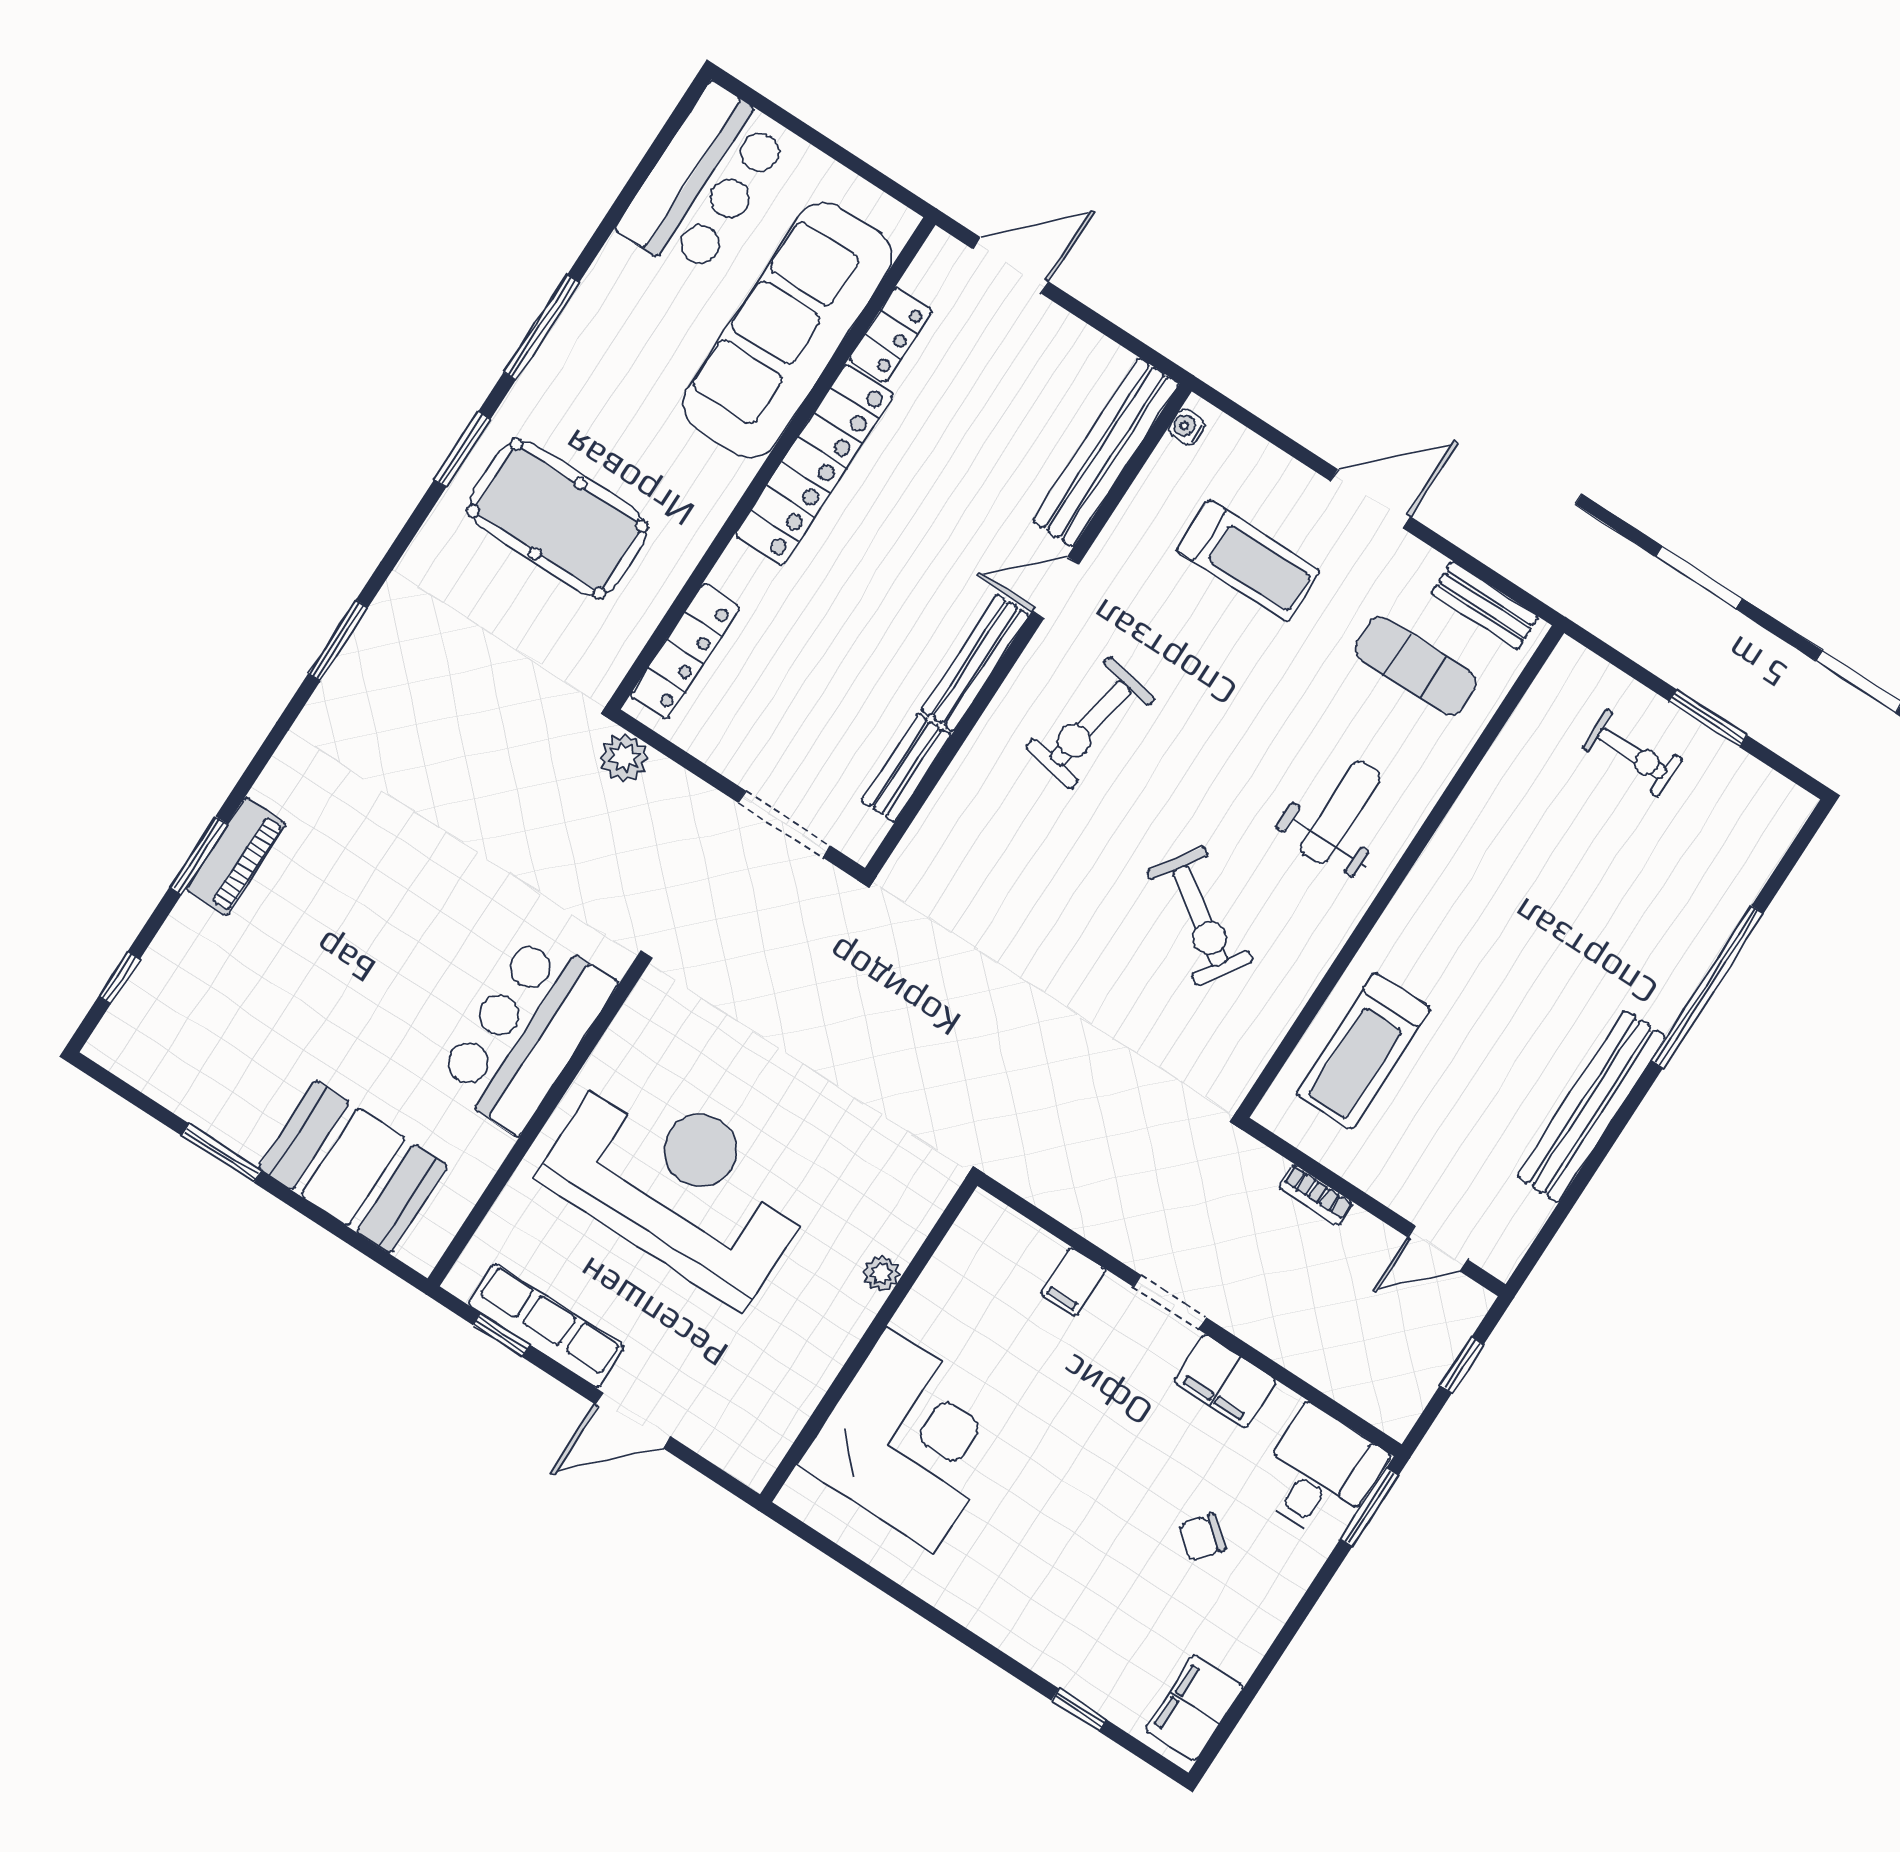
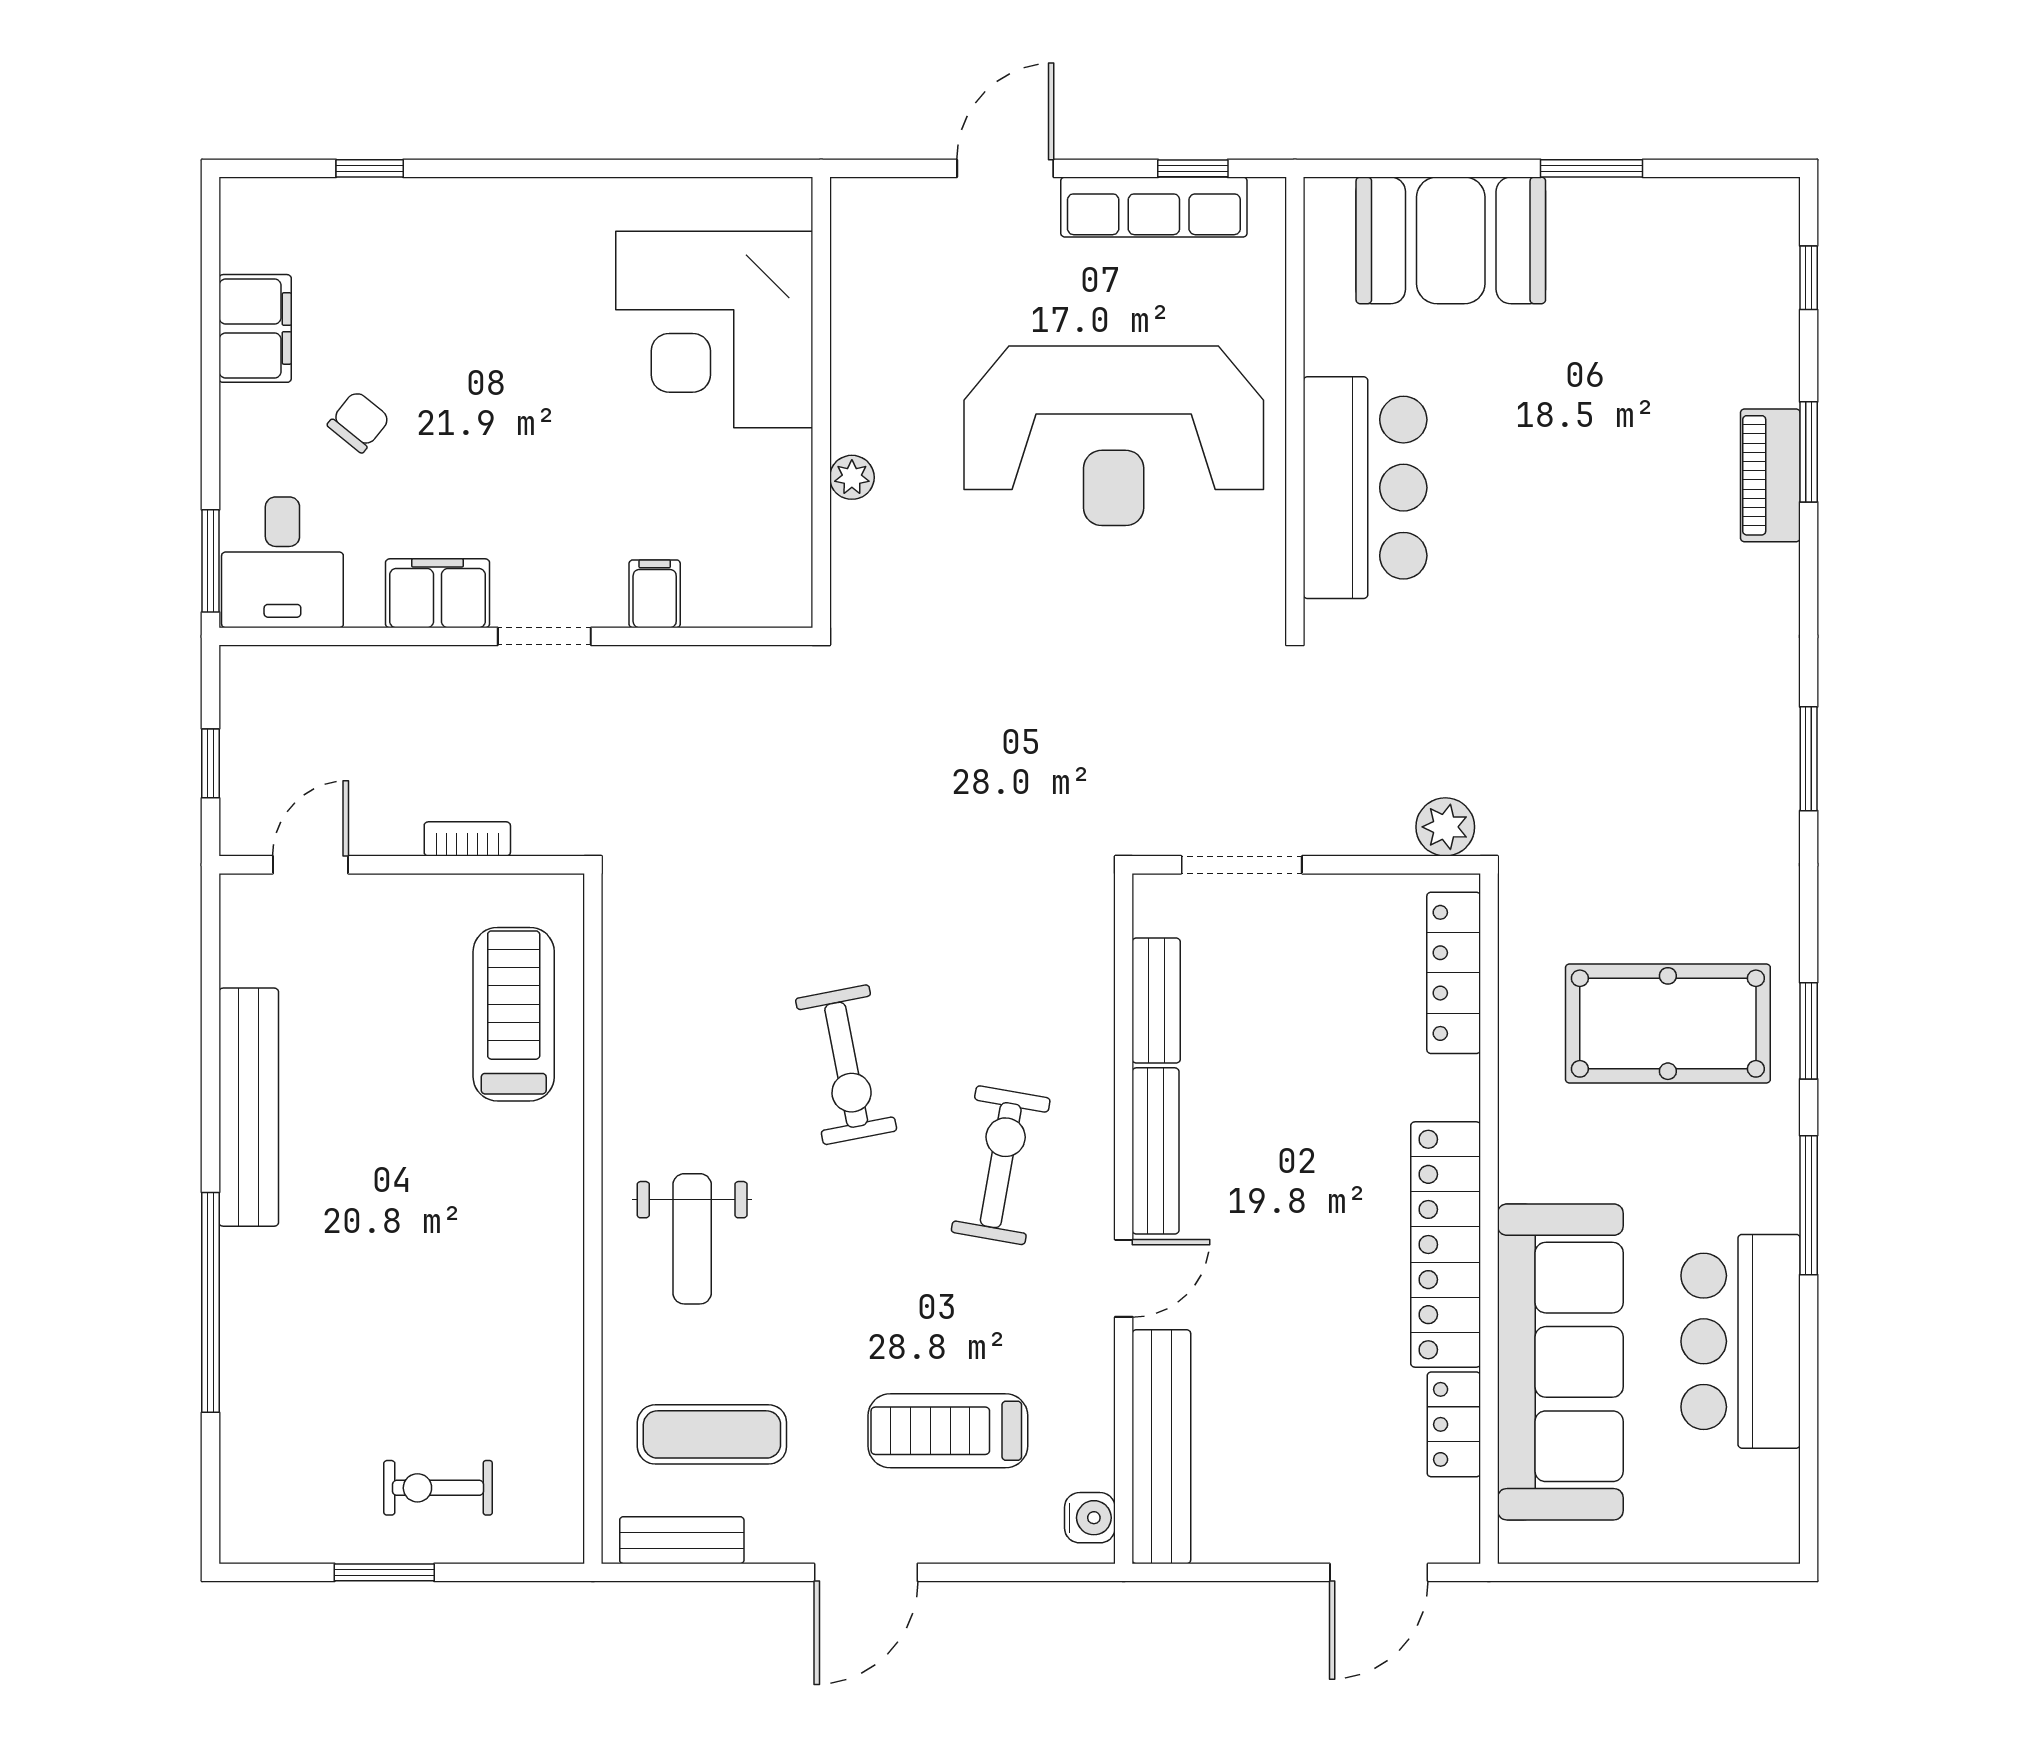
bar counter: (704, 181) -> (1741, 1341), moved
water cooler: (1187, 427) -> (1090, 1518), width x1.38, depth x1.38
exercise bike: (1200, 916) -> (846, 1065), moved, turned -135
filing cabinet: (1195, 1708) -> (255, 328), moved

